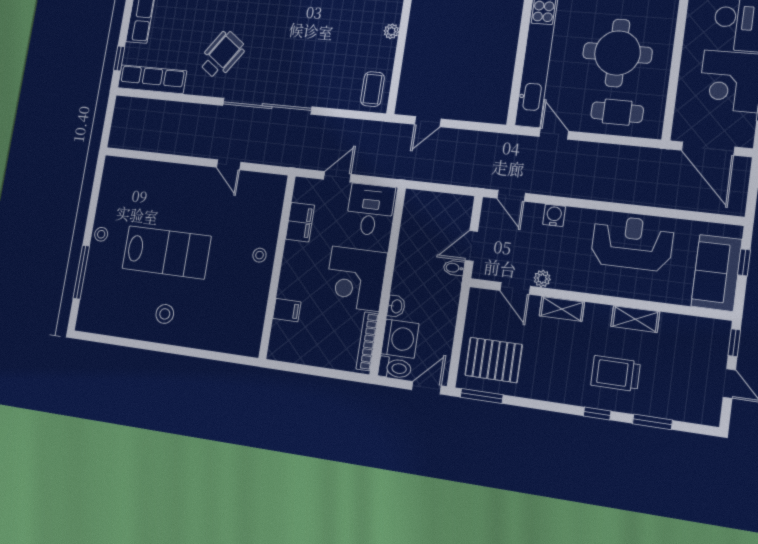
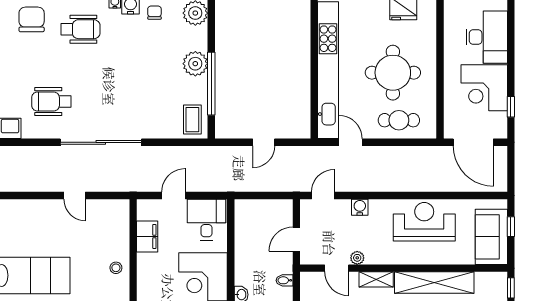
plant: (391, 31) -> (195, 64), width x1.88, depth x1.88
window: (400, 49) -> (211, 84), added
wheelchair: (222, 55) -> (51, 102), turned -125
door: (428, 122) -> (264, 142), moved
door: (511, 196) -> (323, 195), swing flipped
bidet: (454, 268) -> (284, 280), moved
shelving: (635, 319) -> (434, 283), width x2.20, depth x1.33

